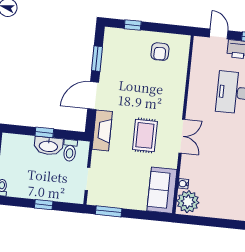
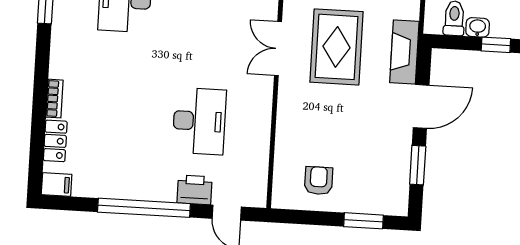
window: (133, 25) -> (363, 221), width x1.50
rug: (145, 135) -> (336, 47), width x1.36, depth x1.43
washbasin: (48, 146) -> (478, 27), width x0.52, depth x0.69

